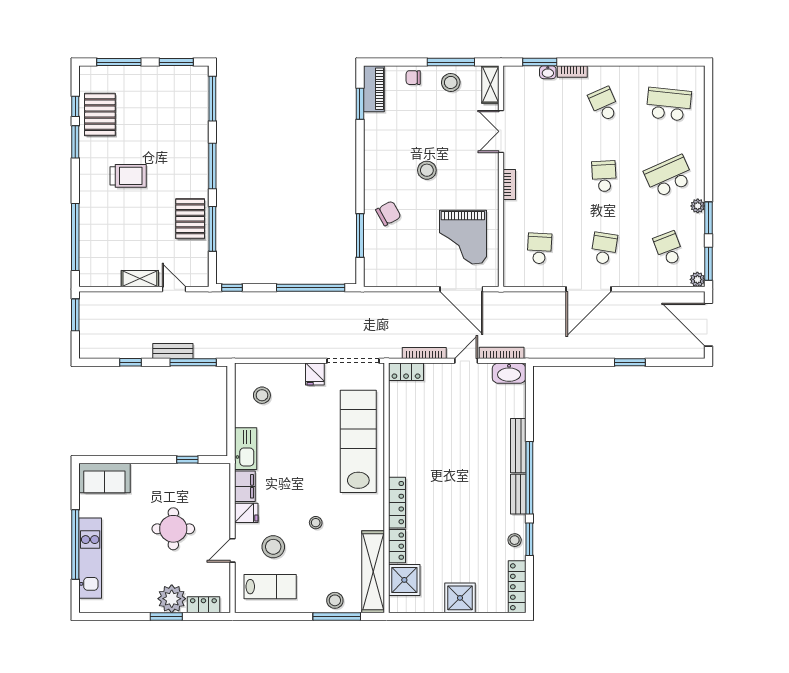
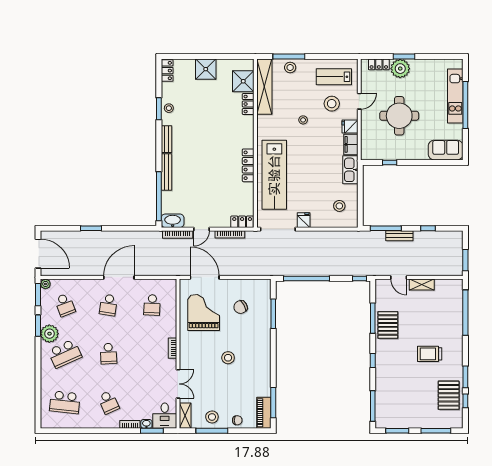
desk: (521, 84) -> (165, 416), added
window: (360, 104) -> (273, 403), width x1.44
window: (212, 166) -> (373, 361), width x0.46
plant: (698, 206) -> (49, 334), width x1.88, depth x1.88
chair: (388, 213) -> (241, 307), moved
window: (529, 478) -> (159, 196), moved
locker: (397, 503) -> (248, 165), moved
round table: (173, 529) -> (399, 116), width x1.36, depth x1.36
locker: (517, 587) -> (167, 71), width x0.66

